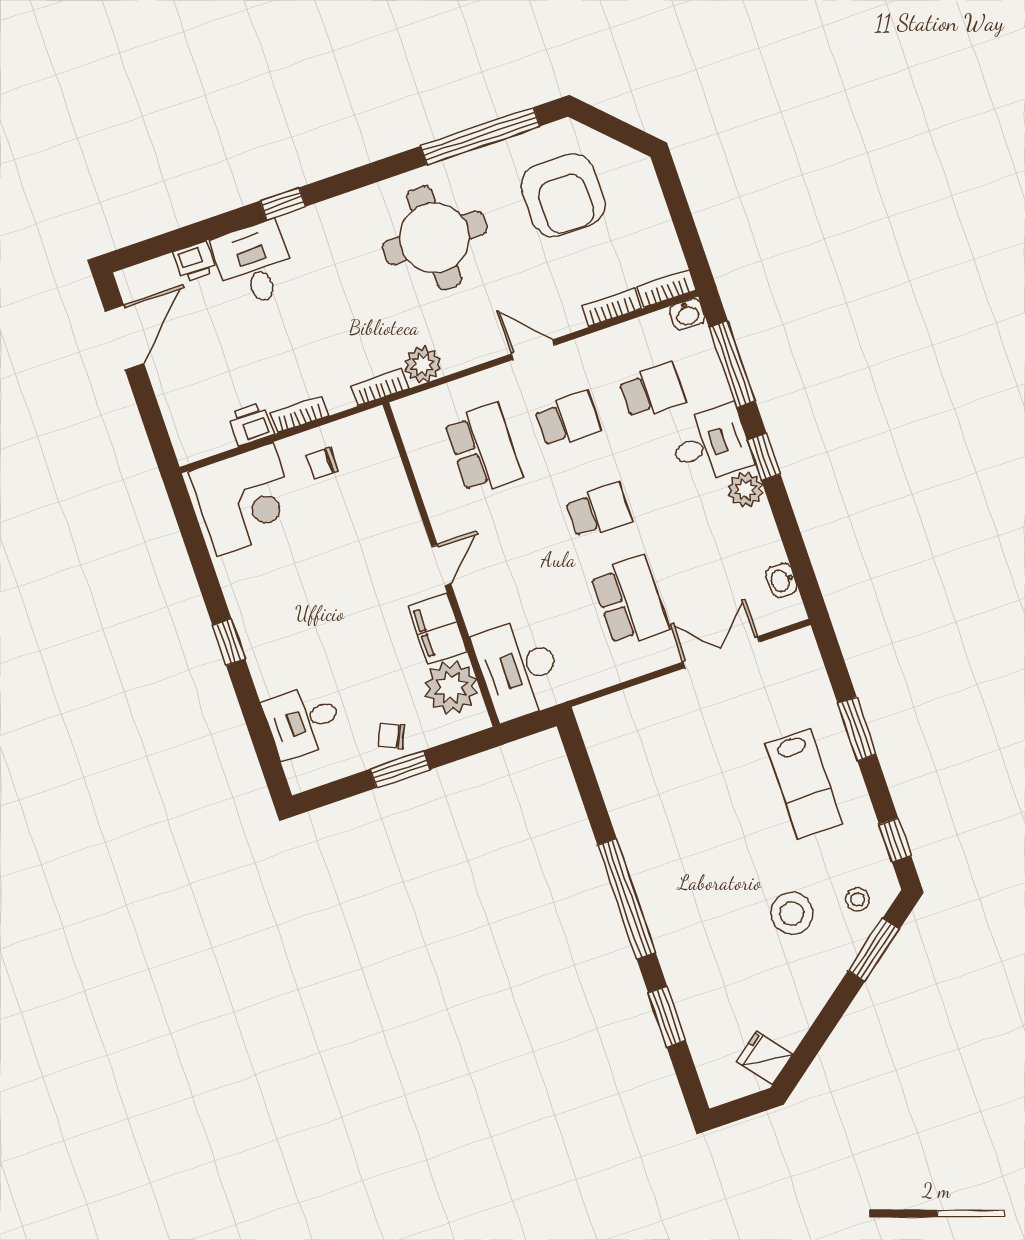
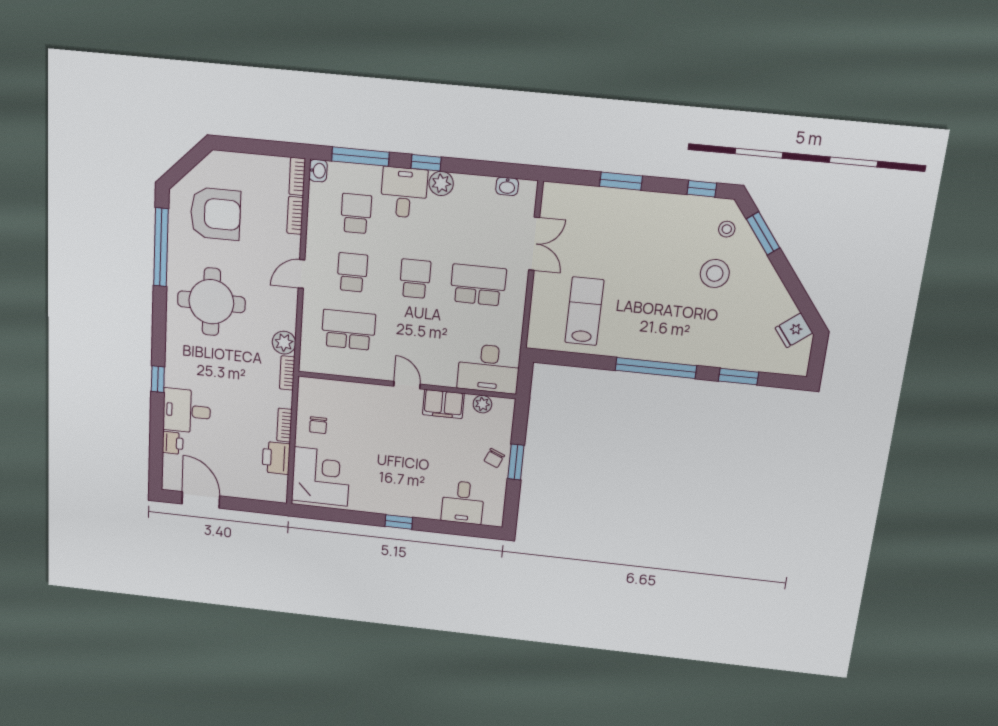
printer: (251, 424) -> (276, 458), width x1.36, depth x1.24
double door: (721, 652) -> (534, 244), swing flipped
plant: (451, 687) -> (482, 404), width x0.53, depth x0.53
lab bench: (804, 784) -> (584, 311), moved, turned -90

